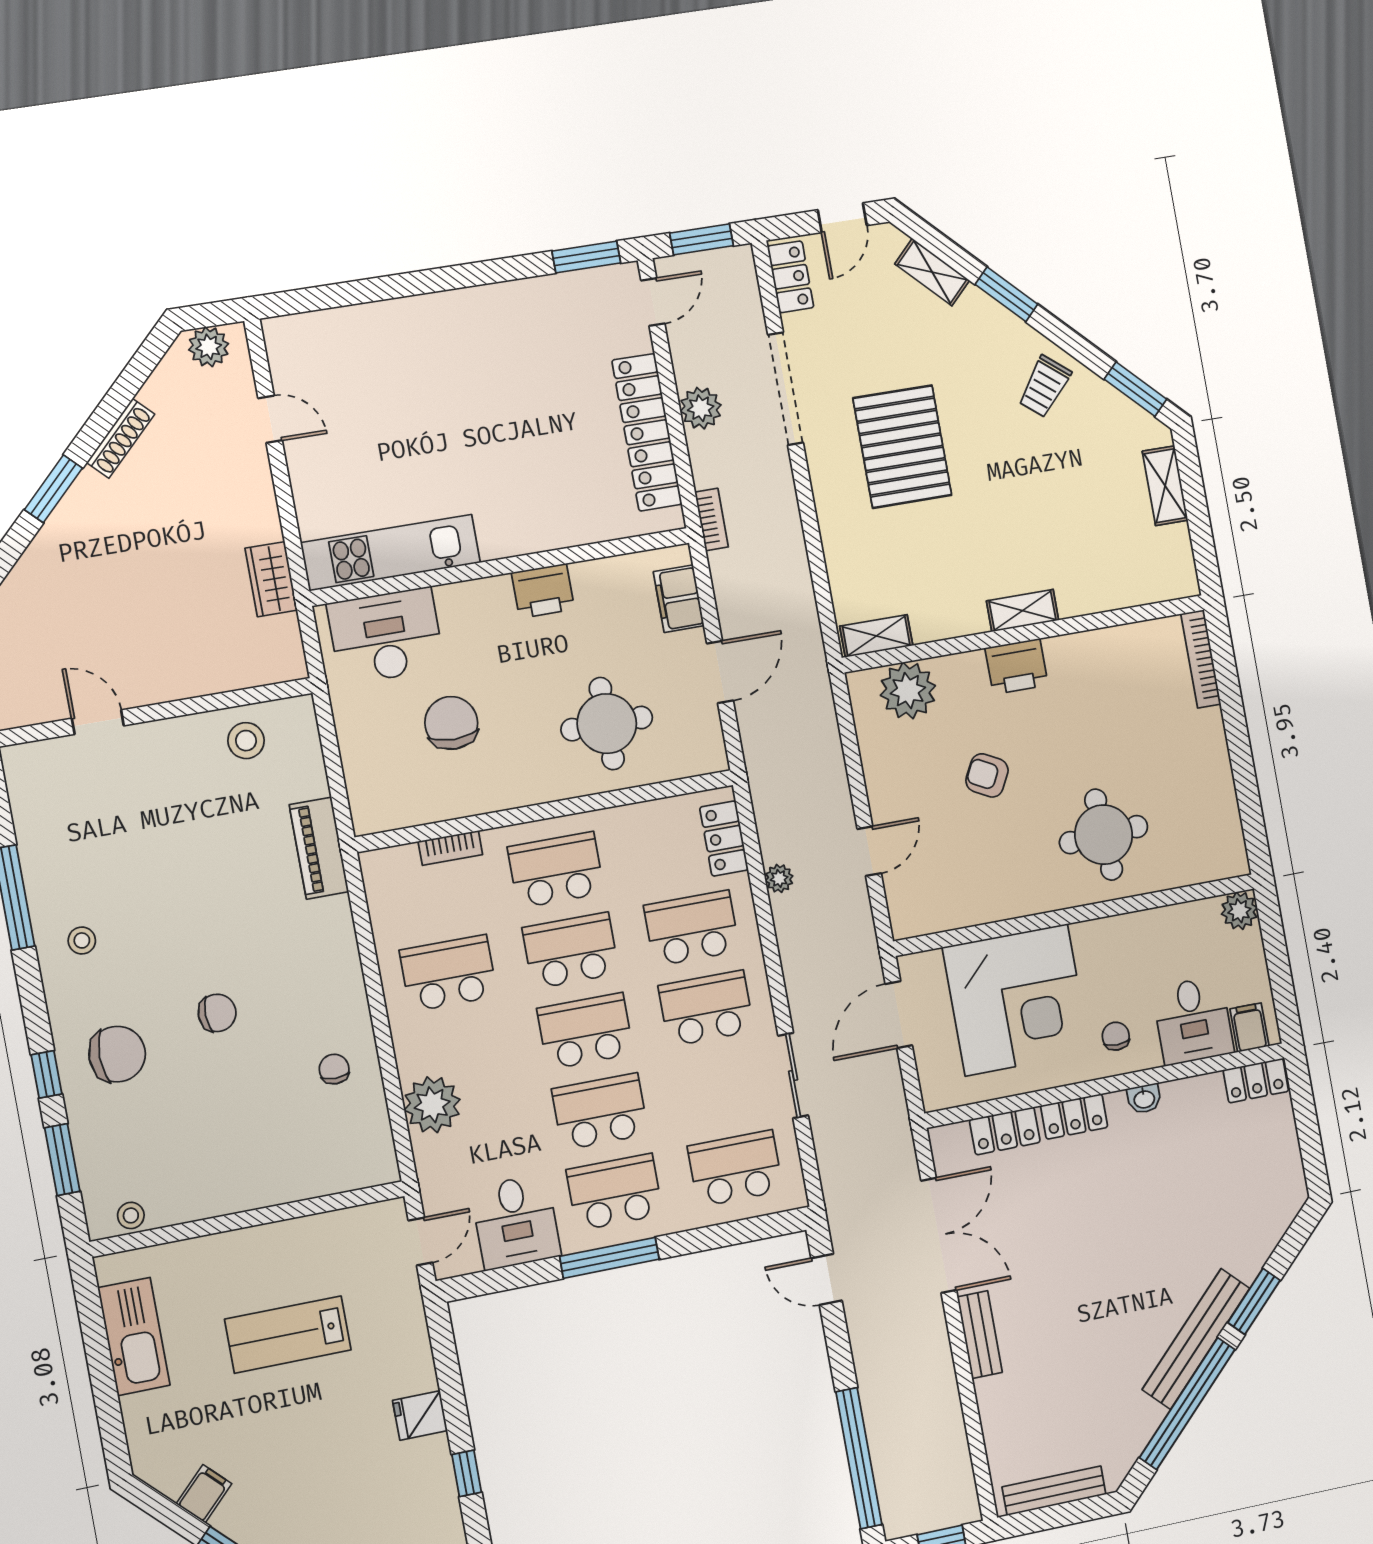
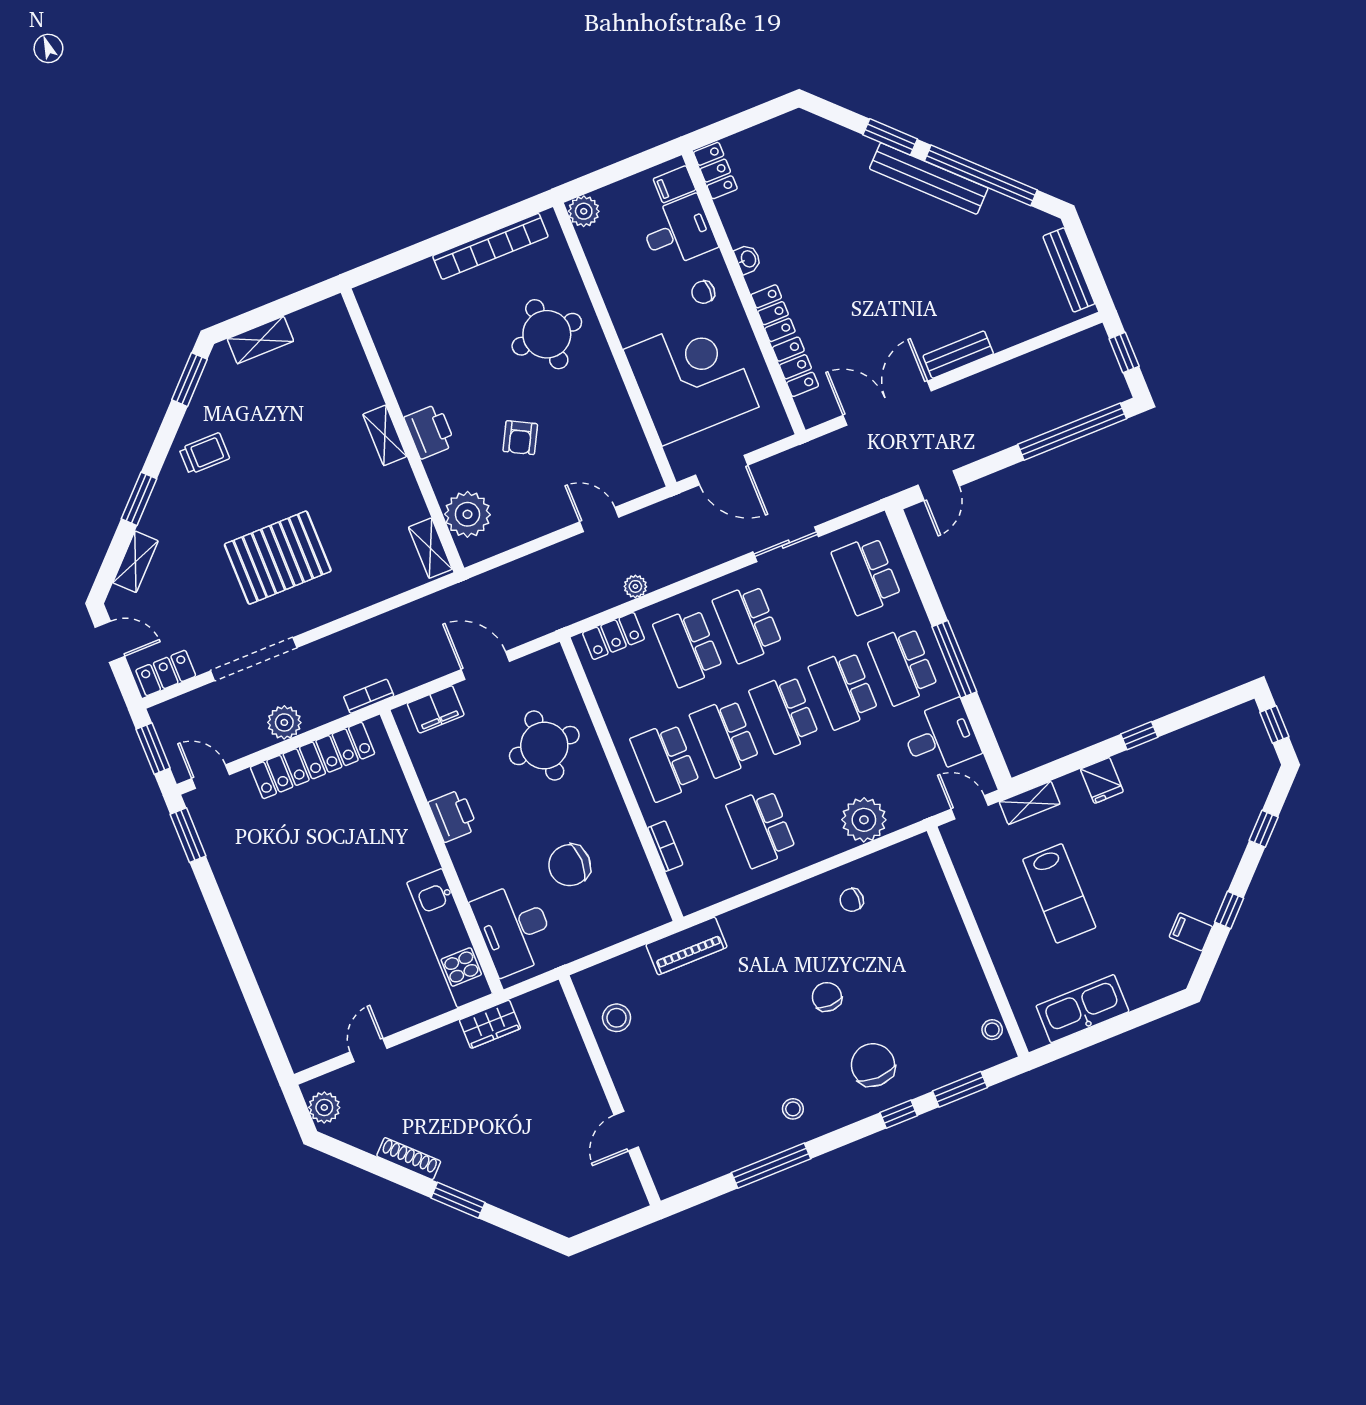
trolley: (1044, 386) -> (204, 454), turned -39
bookcase: (1201, 659) -> (490, 246), moved, width x1.48, depth x1.31
shelving: (410, 1319) -> (1030, 803), added

